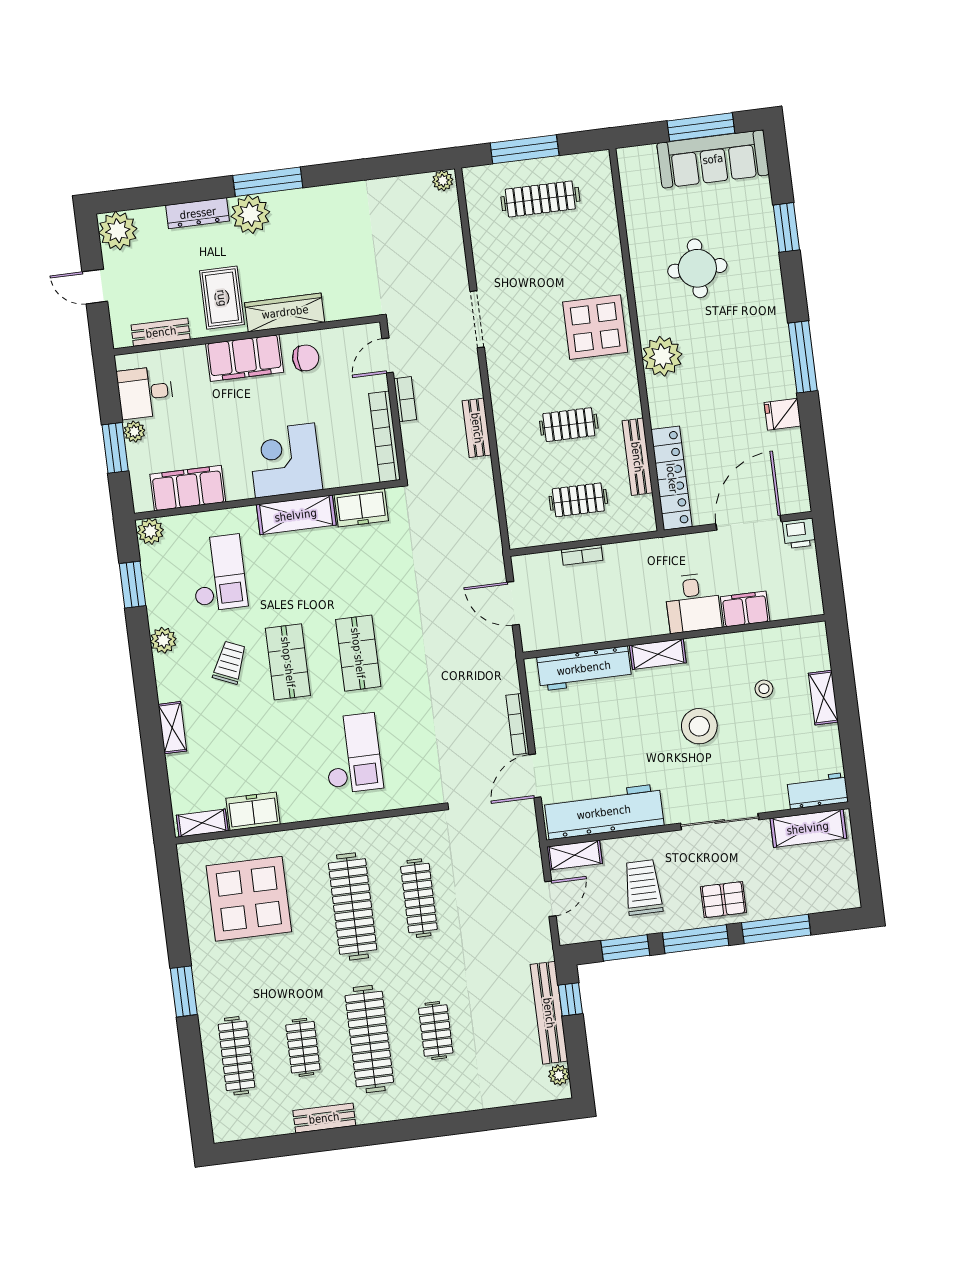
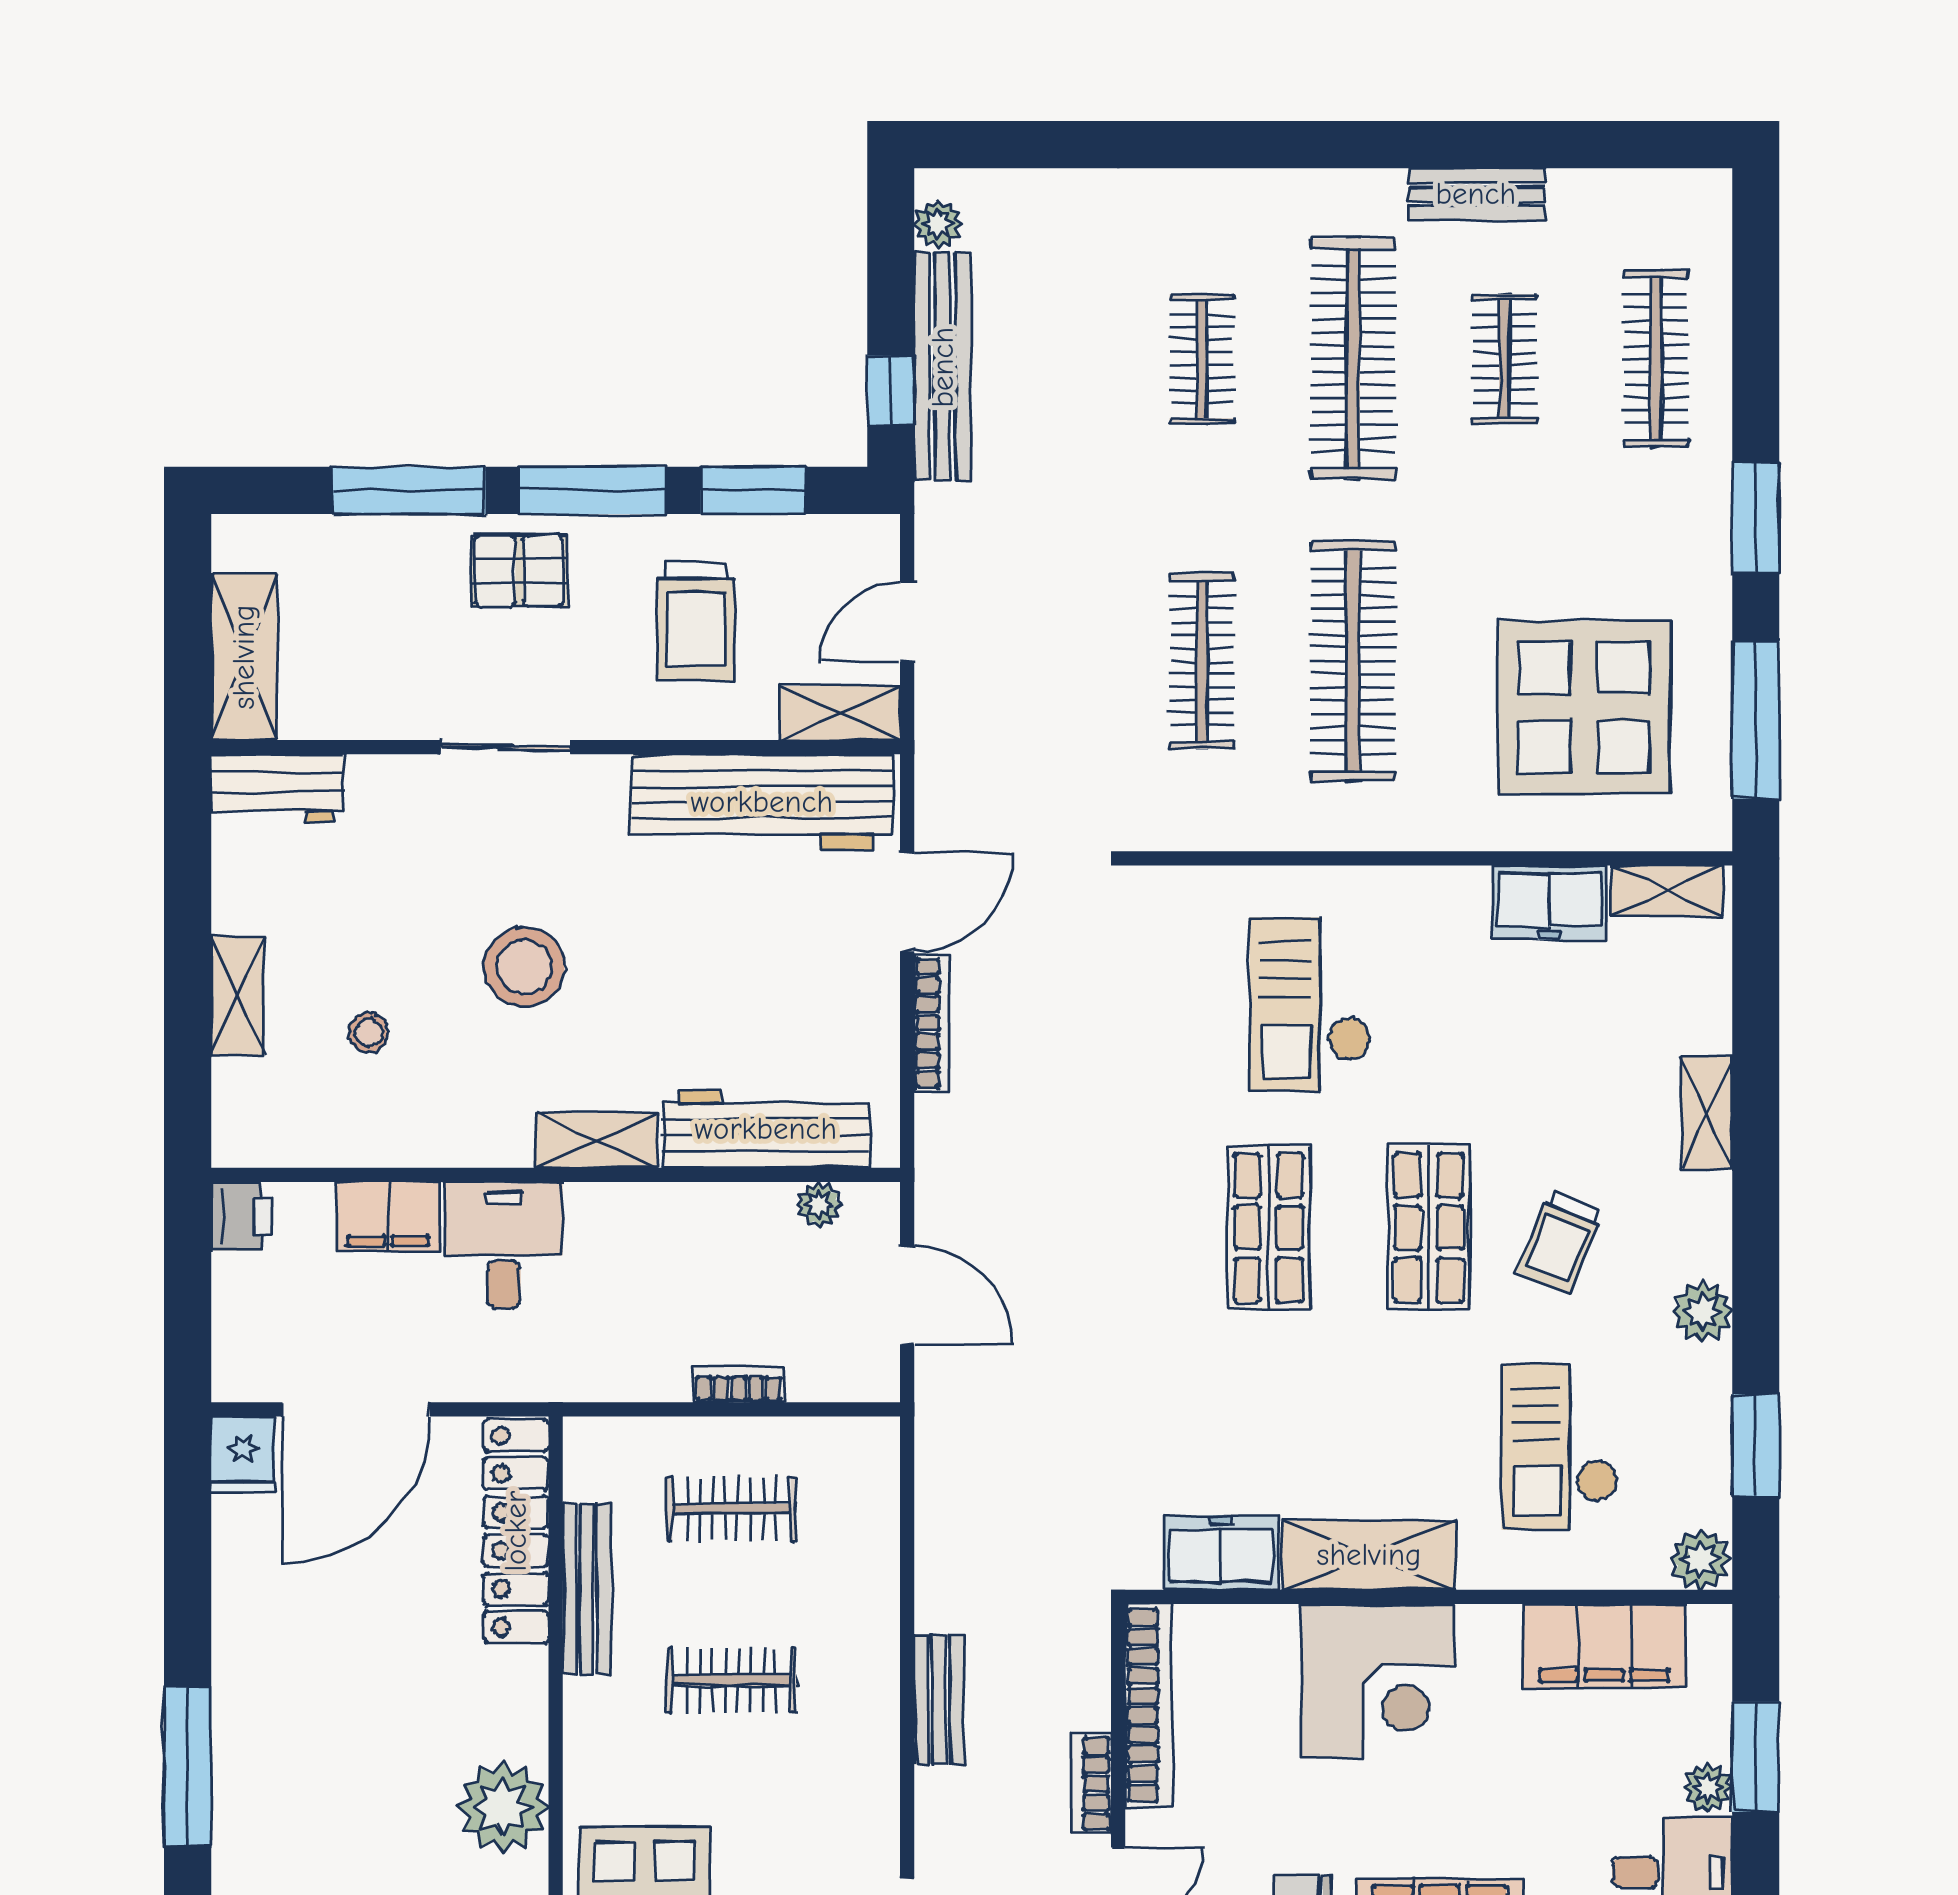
fridge: (783, 414) -> (243, 1454), moved, turned 90
printer: (799, 533) -> (242, 1216), moved, turned 90
plant: (557, 638) -> (819, 1204), added
sliding door: (720, 822) -> (506, 747), width x0.73
shelving: (808, 828) -> (244, 657), moved, turned 90
window: (173, 903) -> (1756, 720), added

